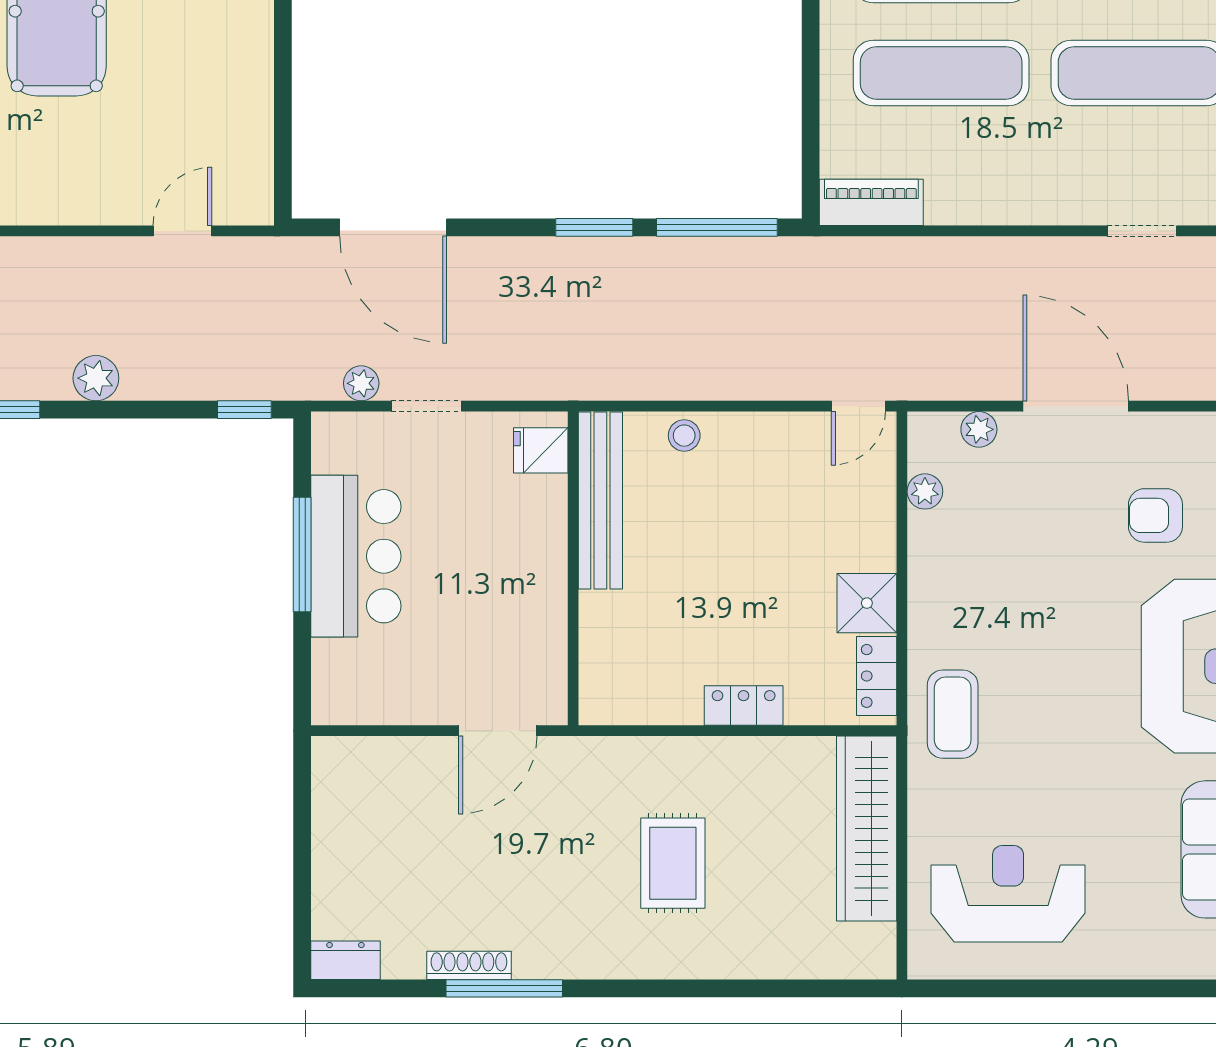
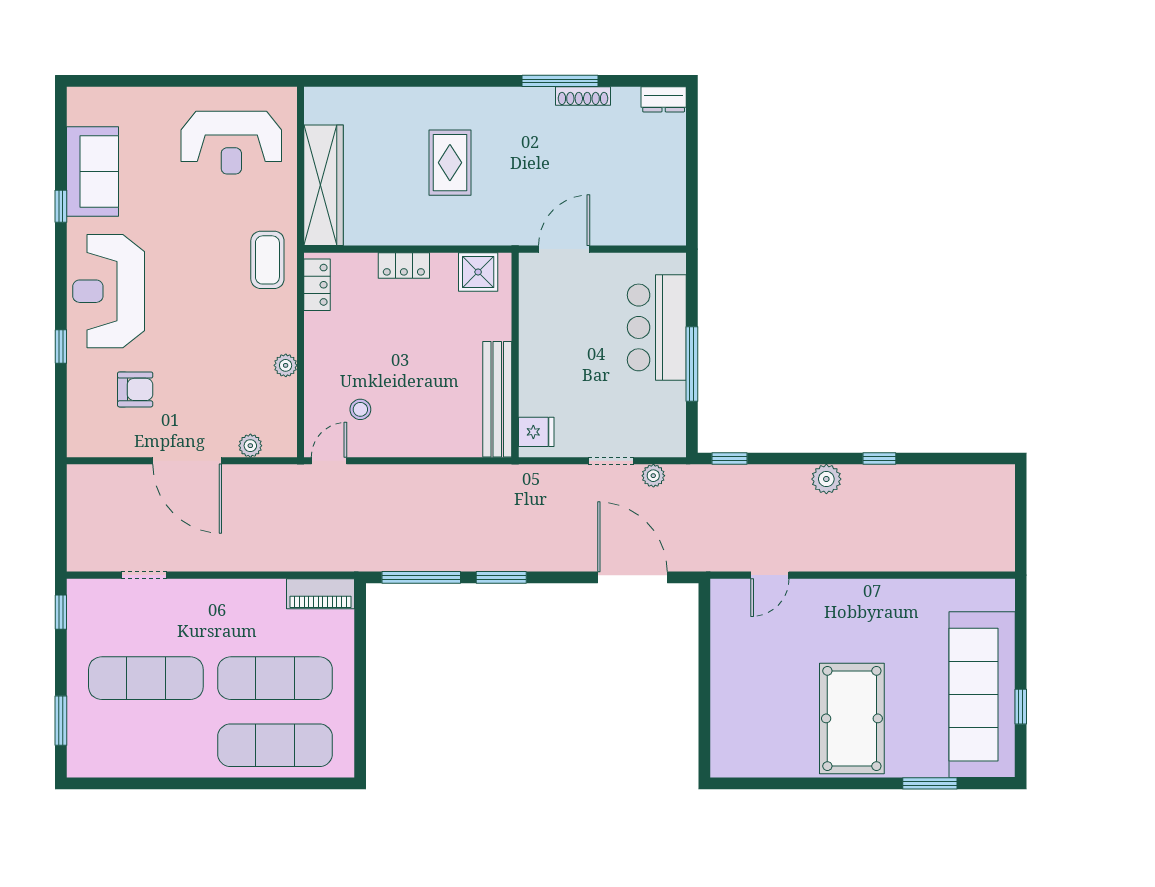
stool: (684, 436) -> (360, 409), moved
plant: (925, 491) -> (286, 365), moved
bar counter: (356, 556) -> (657, 327), moved
shower: (867, 603) -> (478, 272), moved

